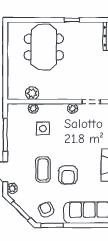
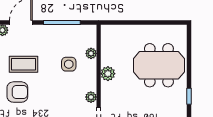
plant: (32, 93) -> (108, 74), moved
armchair: (68, 175) -> (17, 92), turned 180

